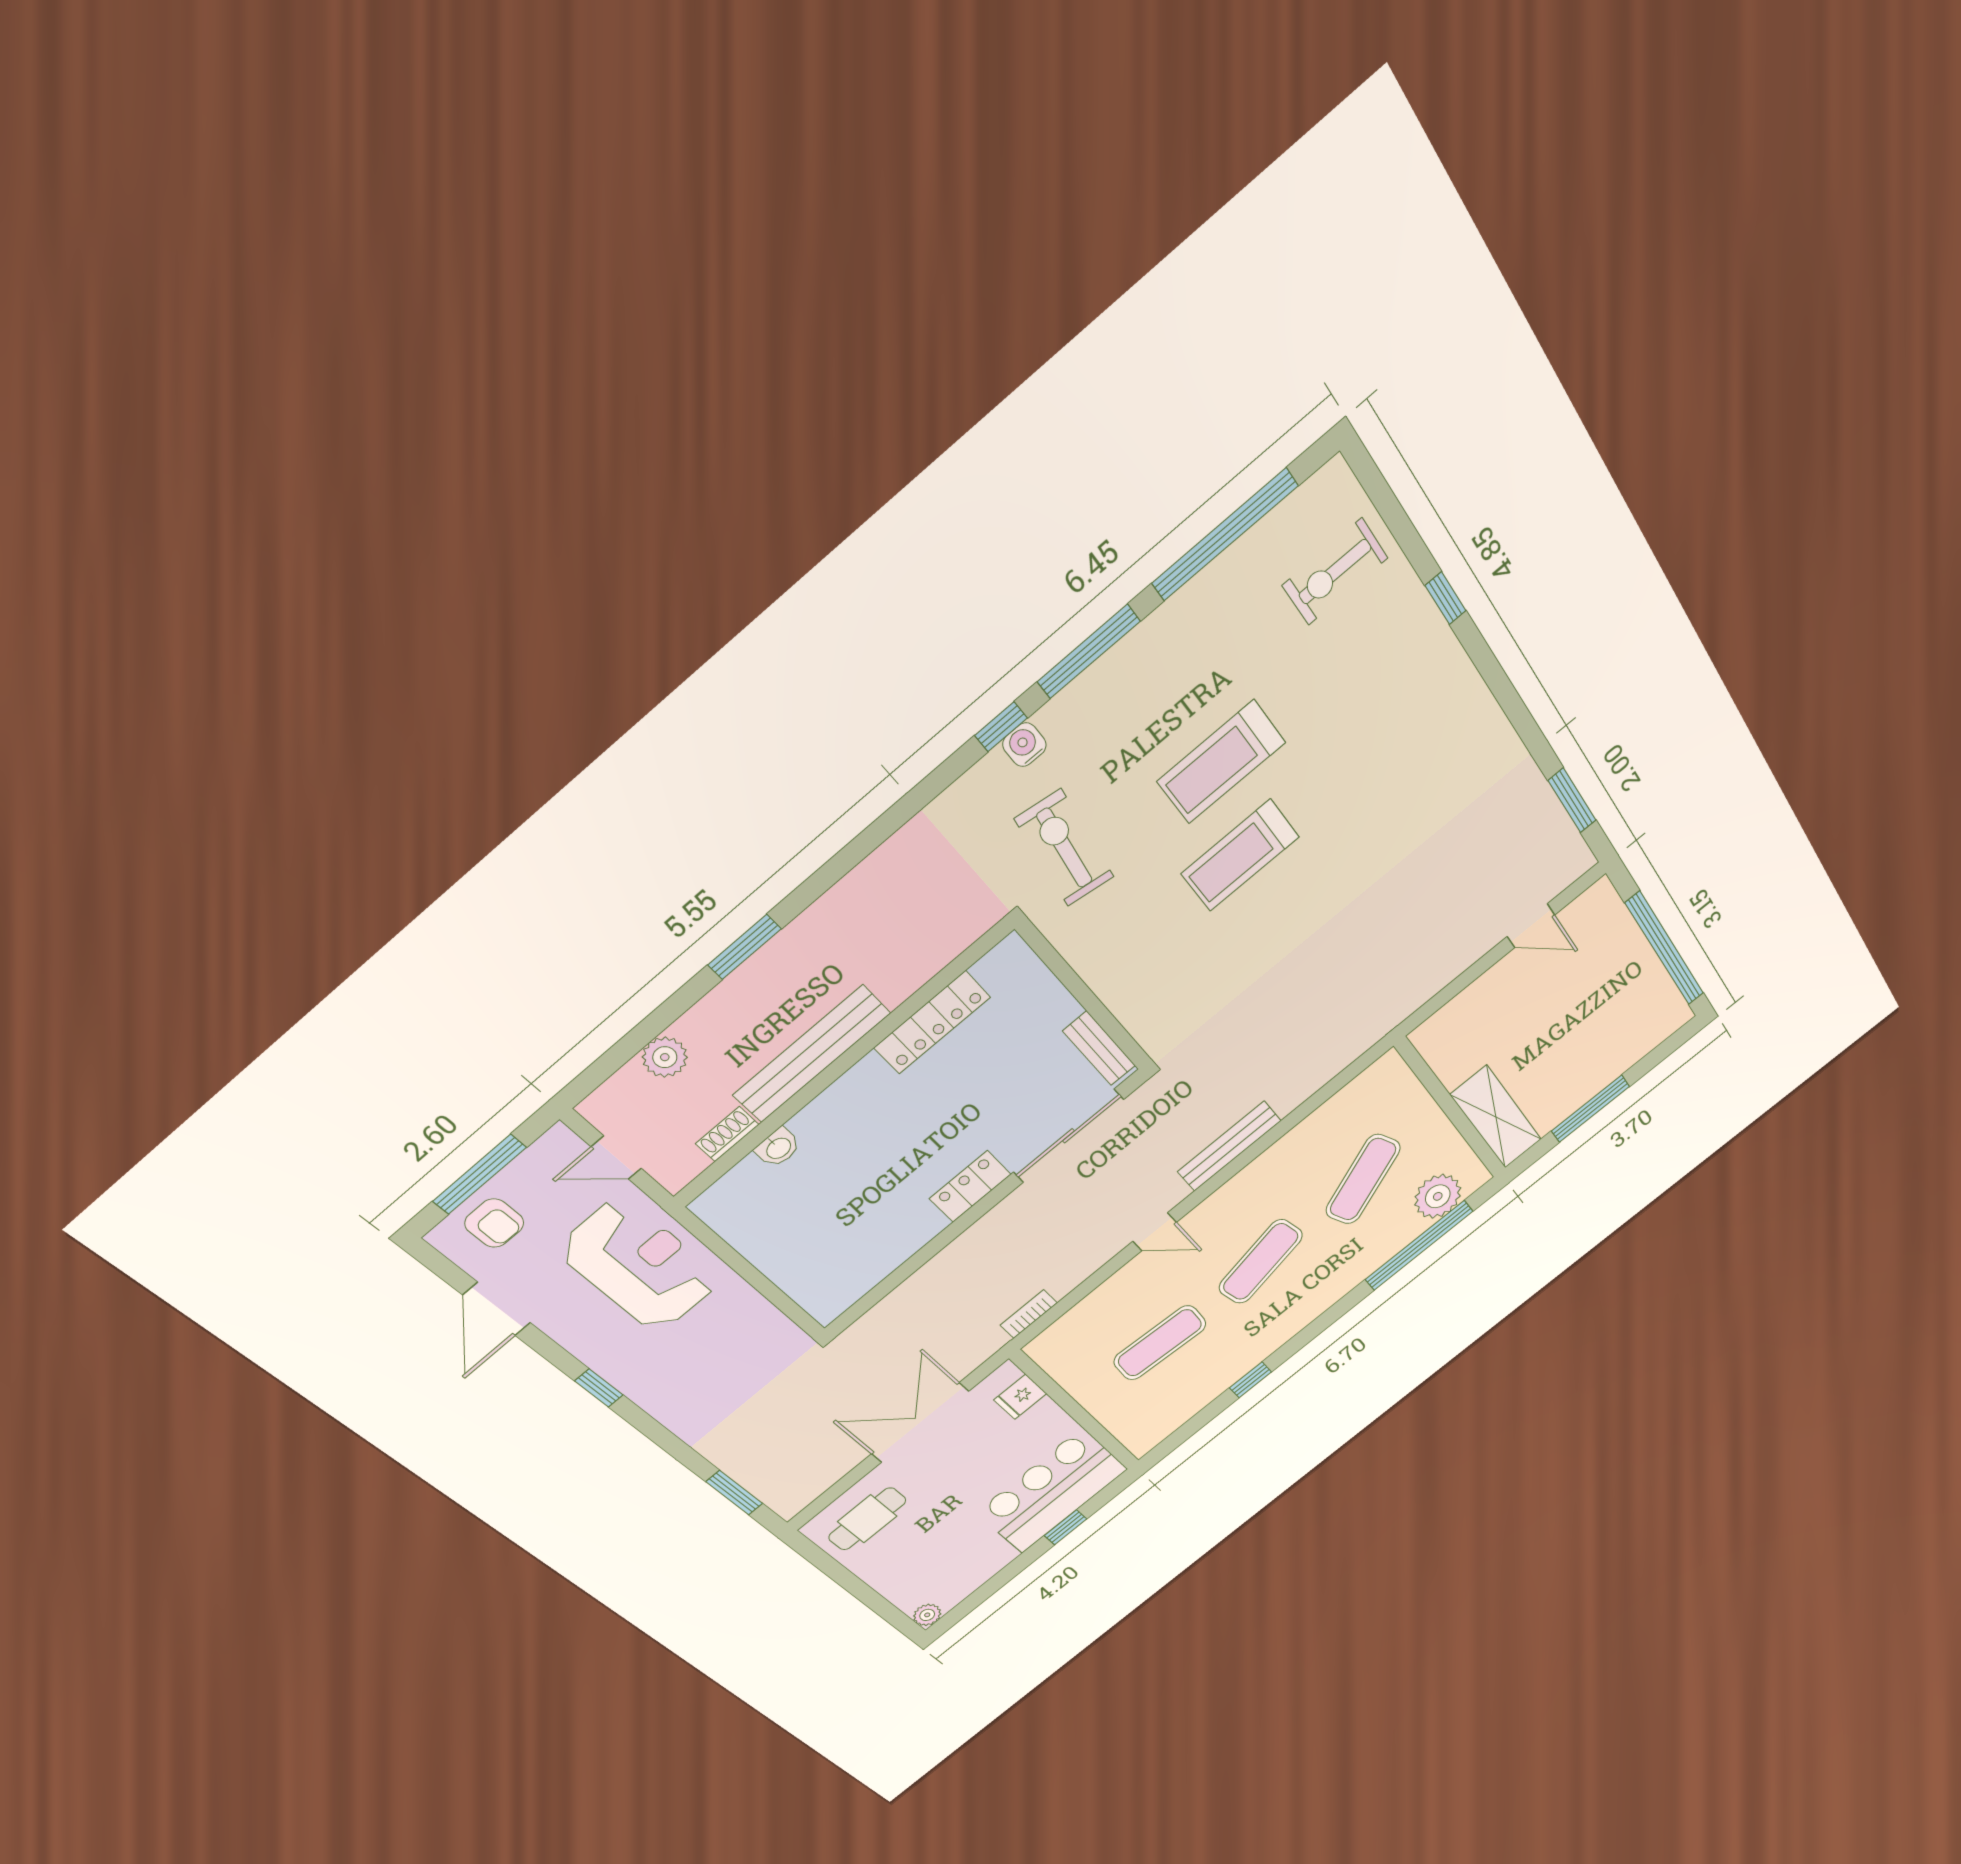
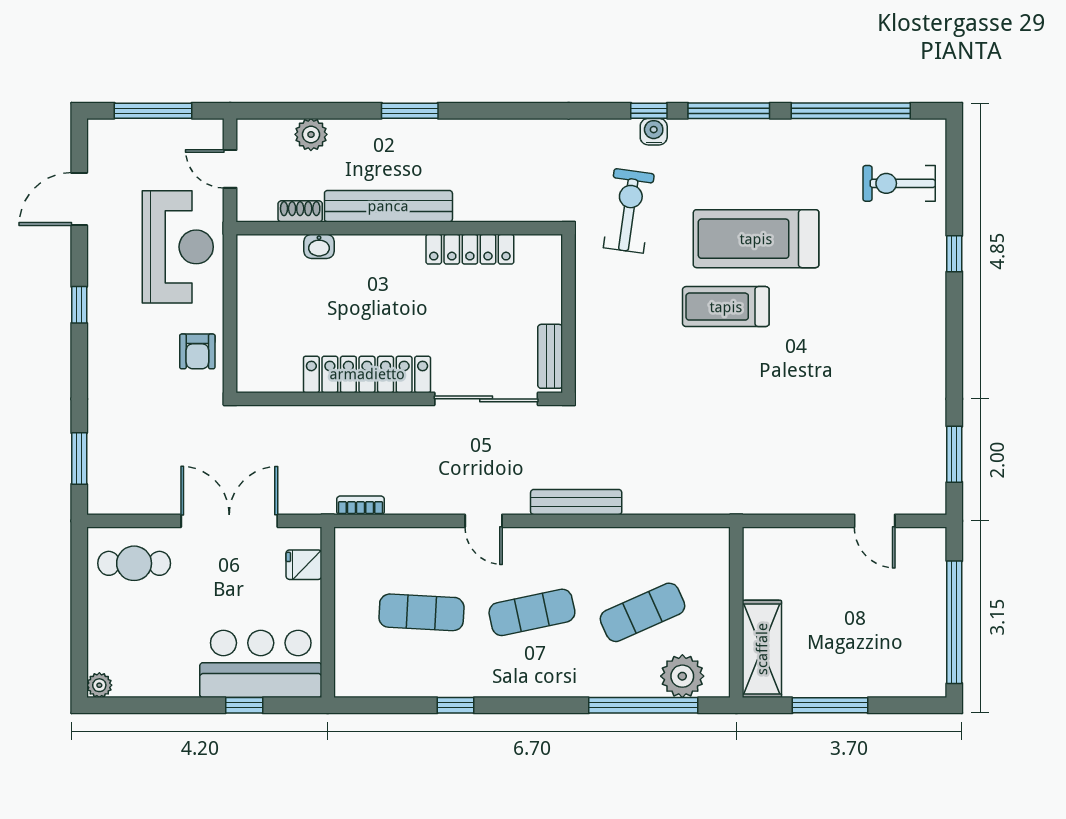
treadmill: (1221, 762) -> (756, 239), width x1.37, depth x1.38
locker: (970, 1186) -> (367, 374), width x2.16, depth x1.21
armchair: (494, 1223) -> (197, 351), moved

